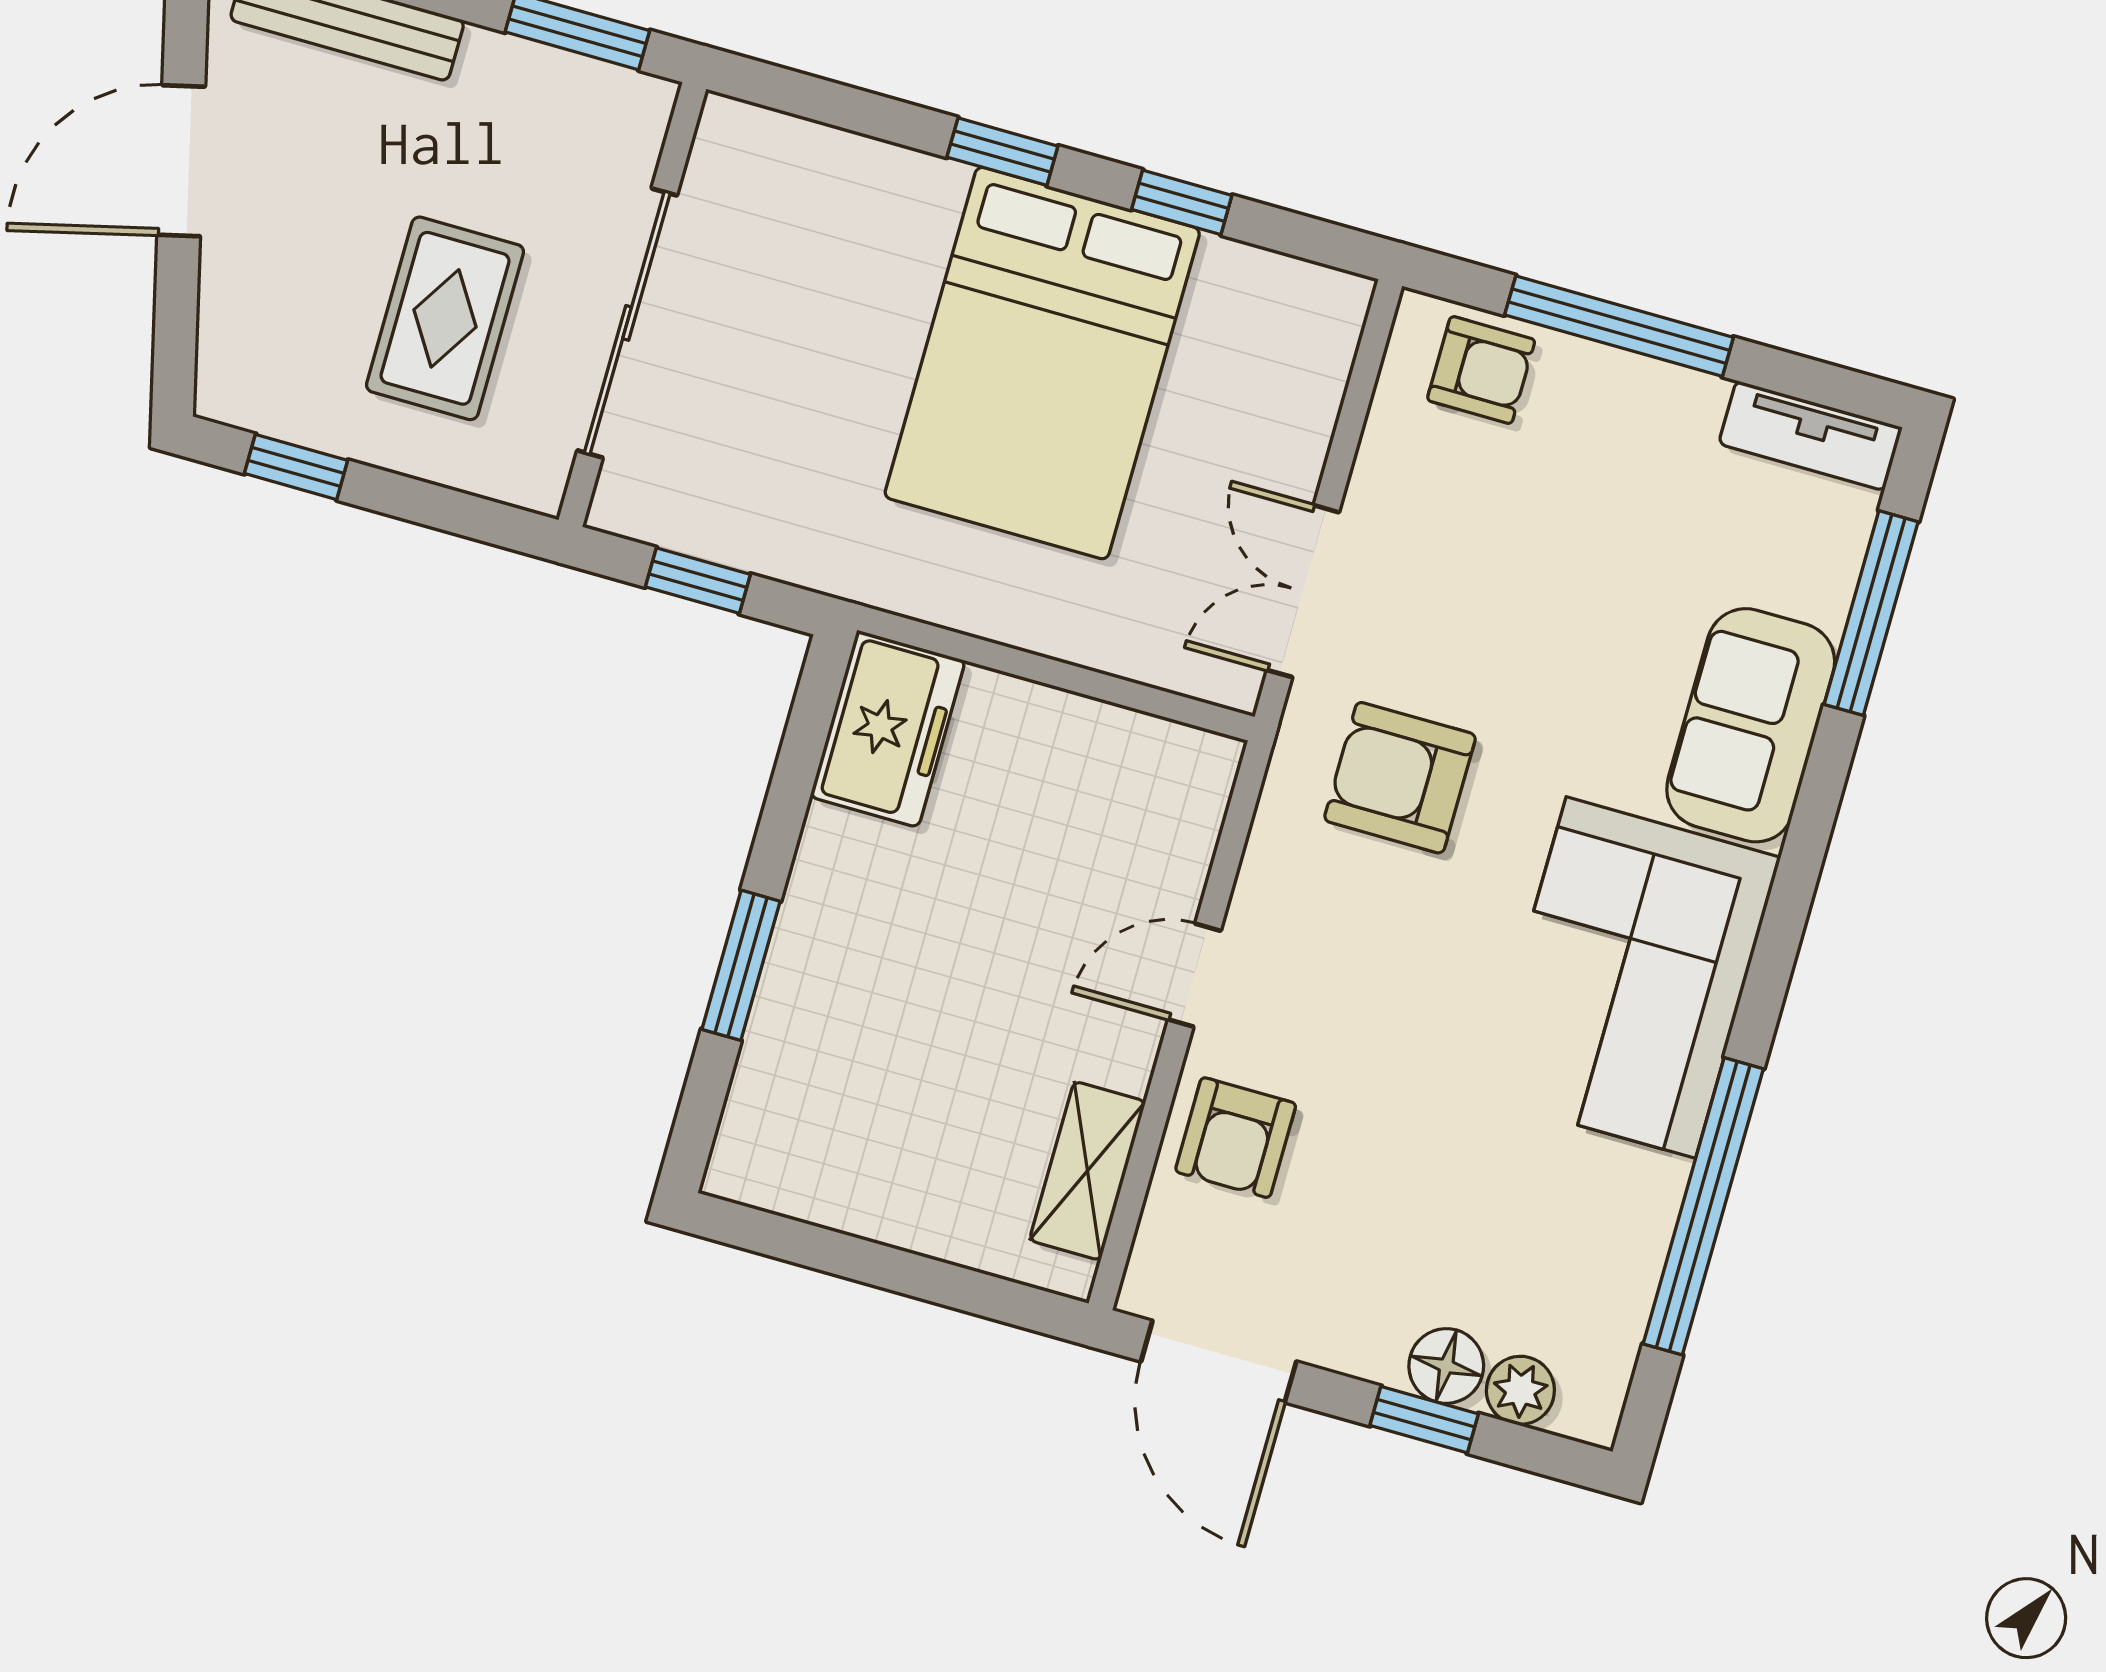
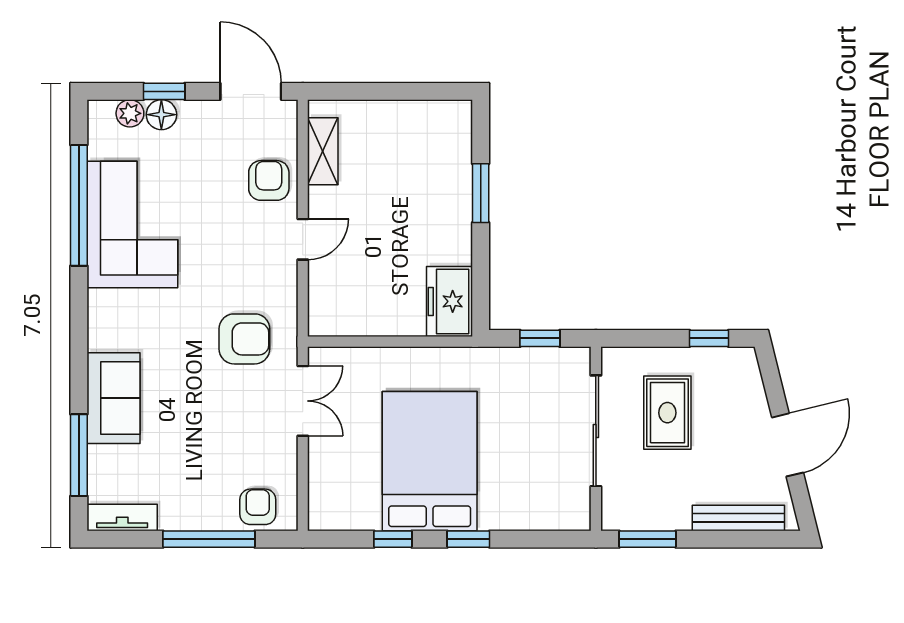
armchair: (1481, 370) -> (258, 507), turned 90
corner sofa: (1631, 978) -> (132, 224), moved

